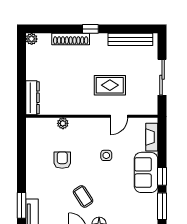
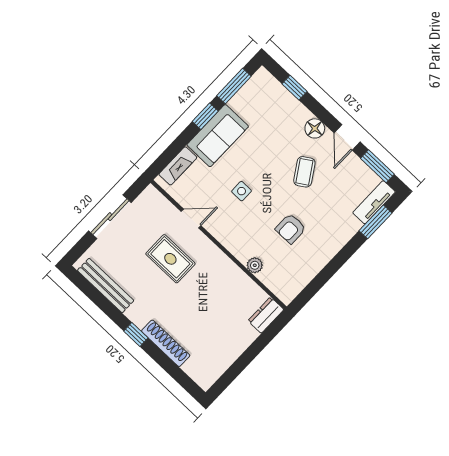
plant: (32, 39) -> (205, 381), removed
dresser: (32, 98) -> (266, 315), width x0.70

